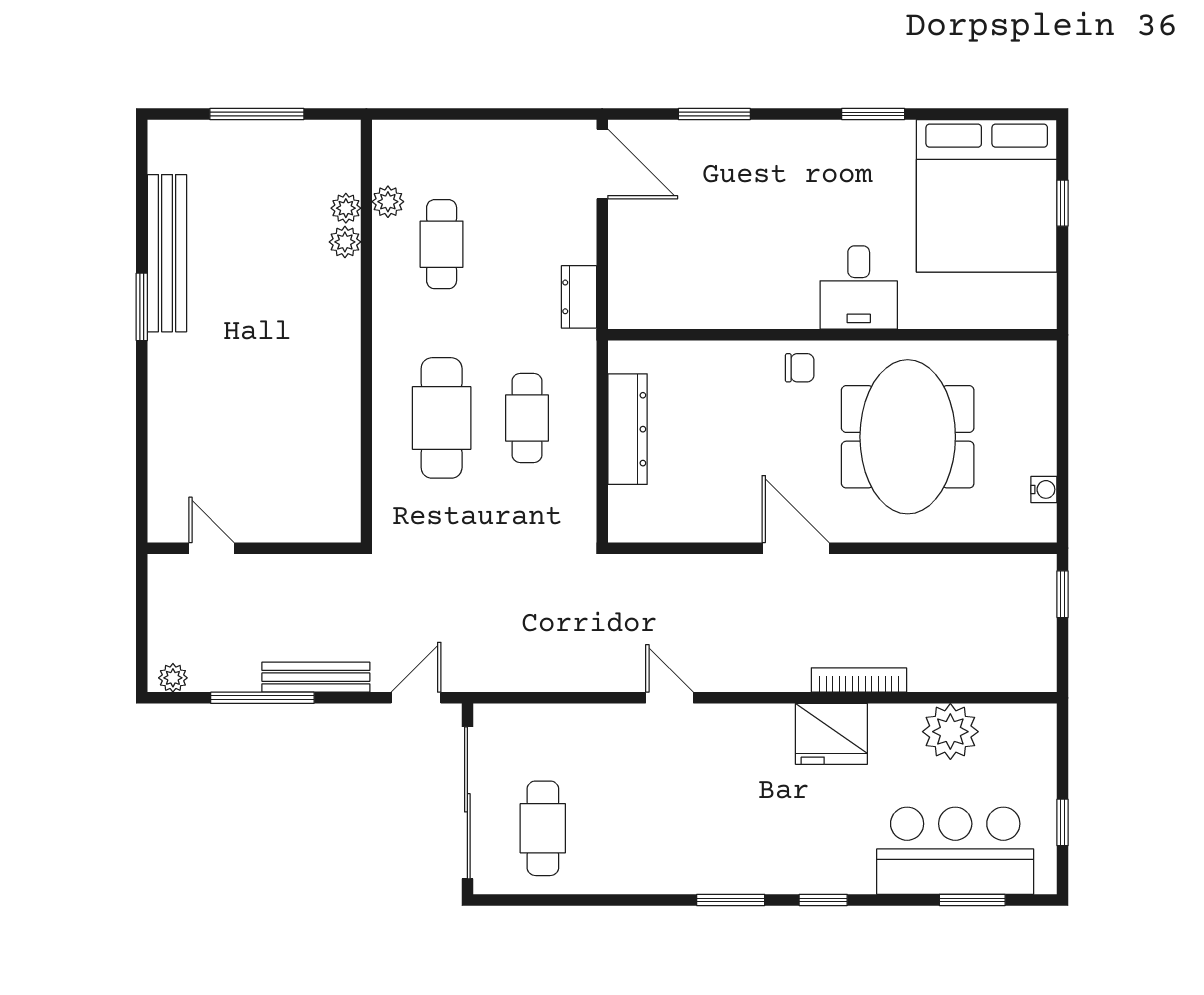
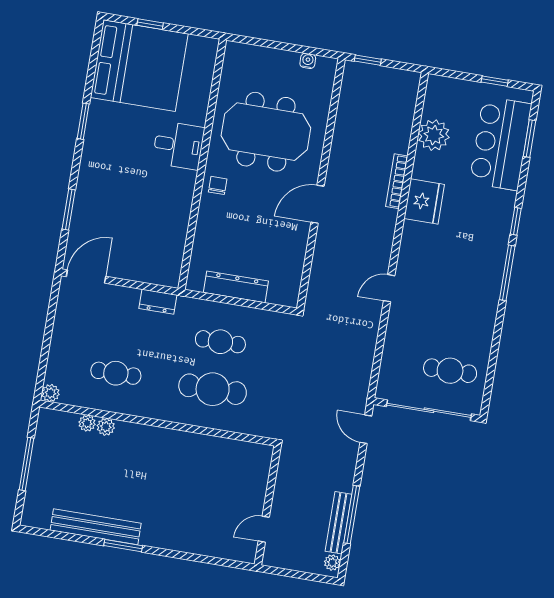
plant: (388, 202) -> (51, 393), moved
bench: (316, 677) -> (339, 523), moved
window: (731, 900) -> (507, 273), width x1.44

